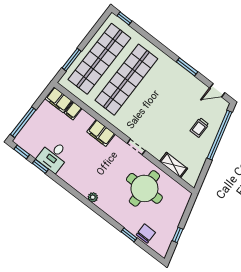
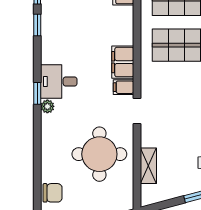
filing cabinet: (73, 111) -> (123, 87), moved
desk: (53, 156) -> (59, 81), moved
window: (129, 235) -> (37, 93), moved

